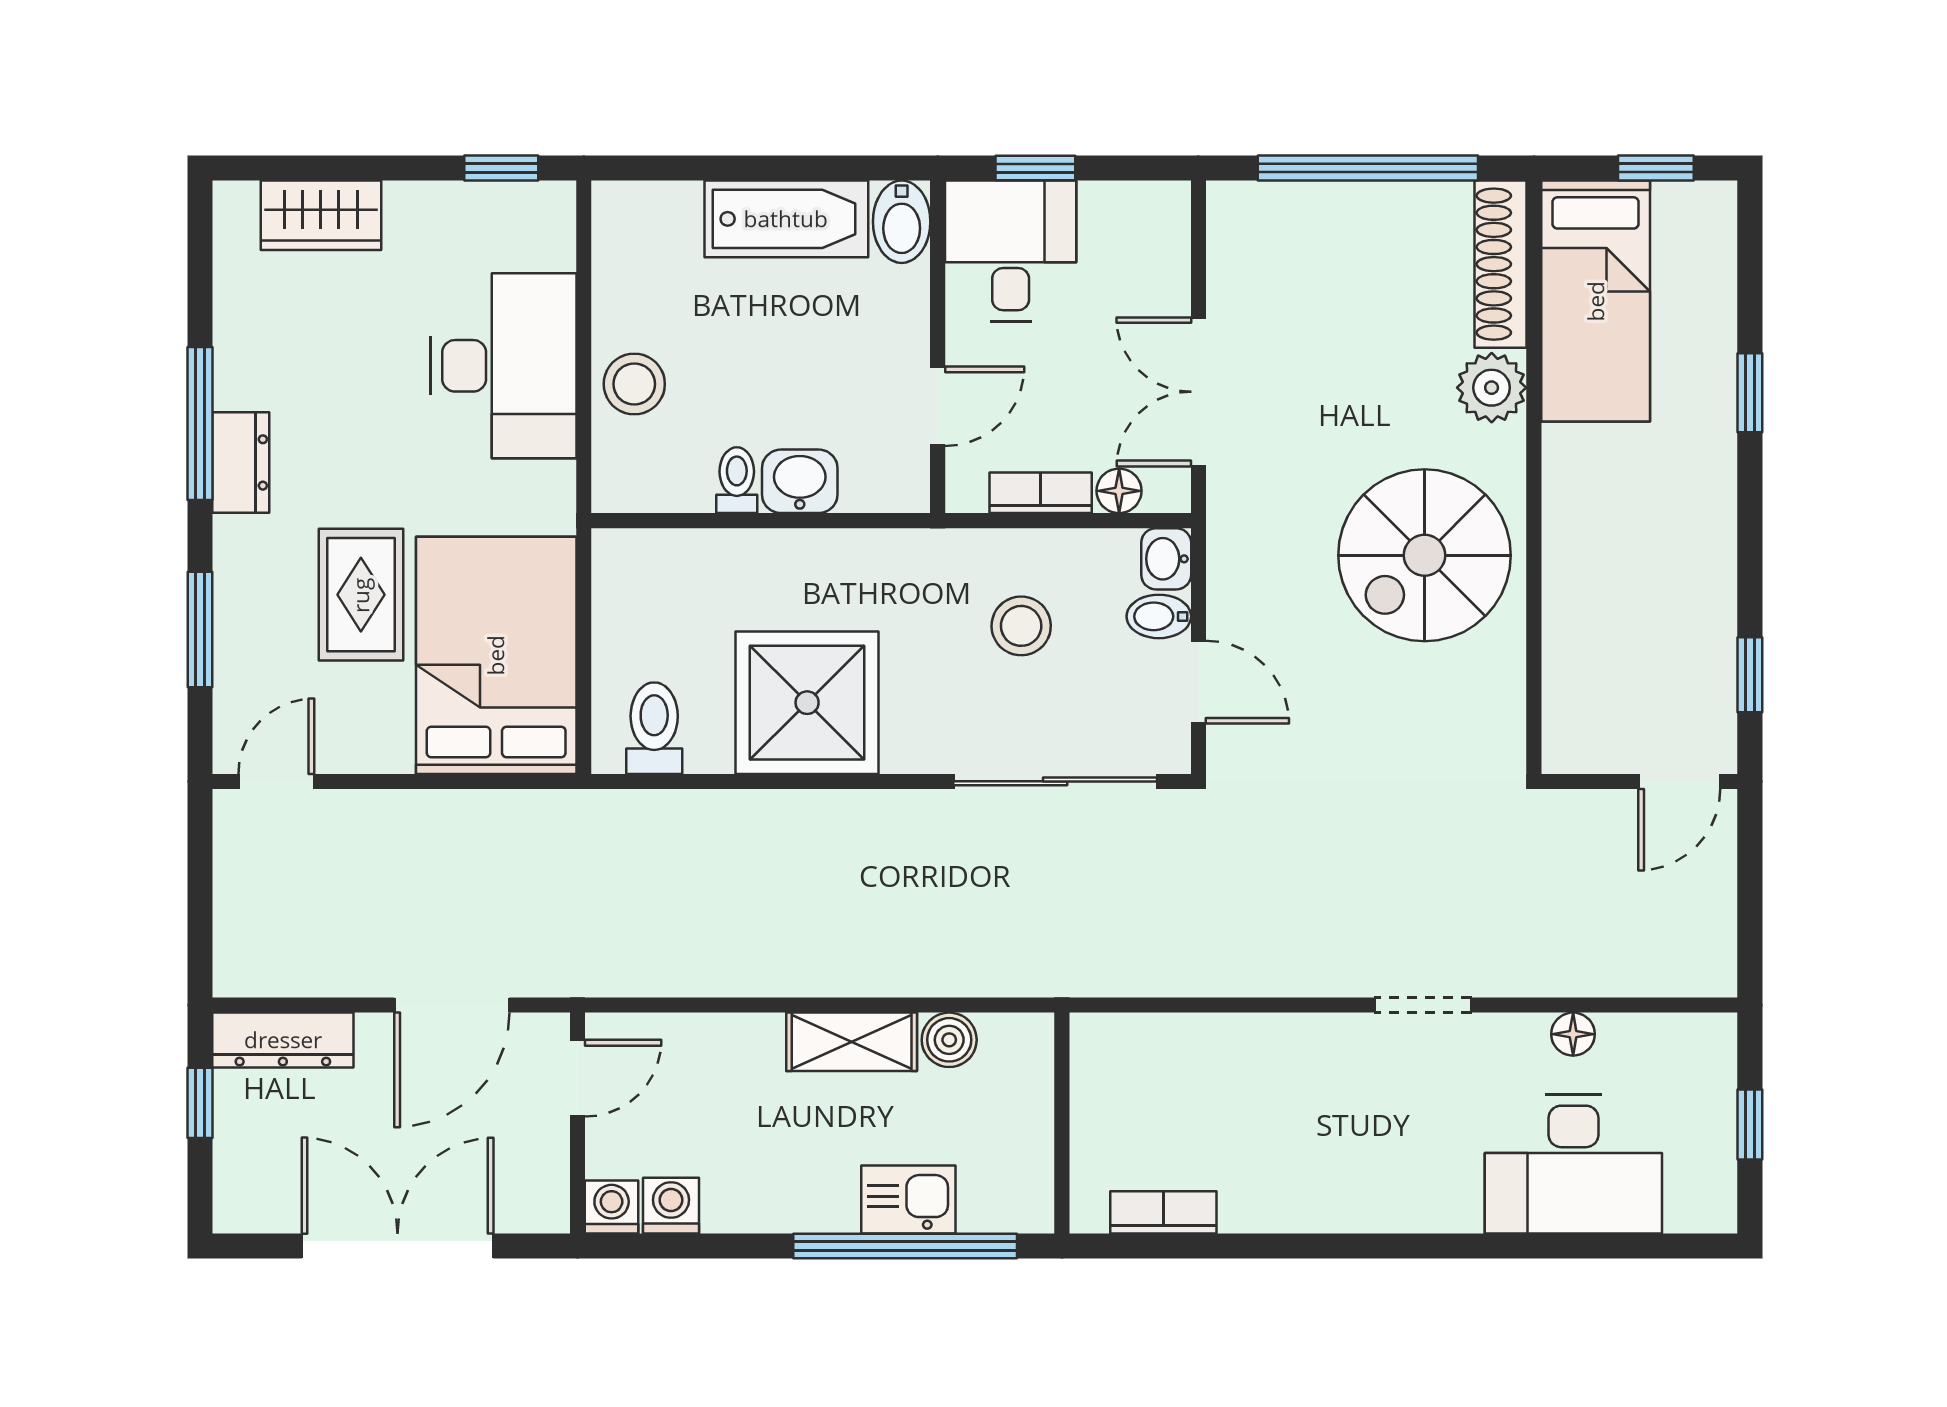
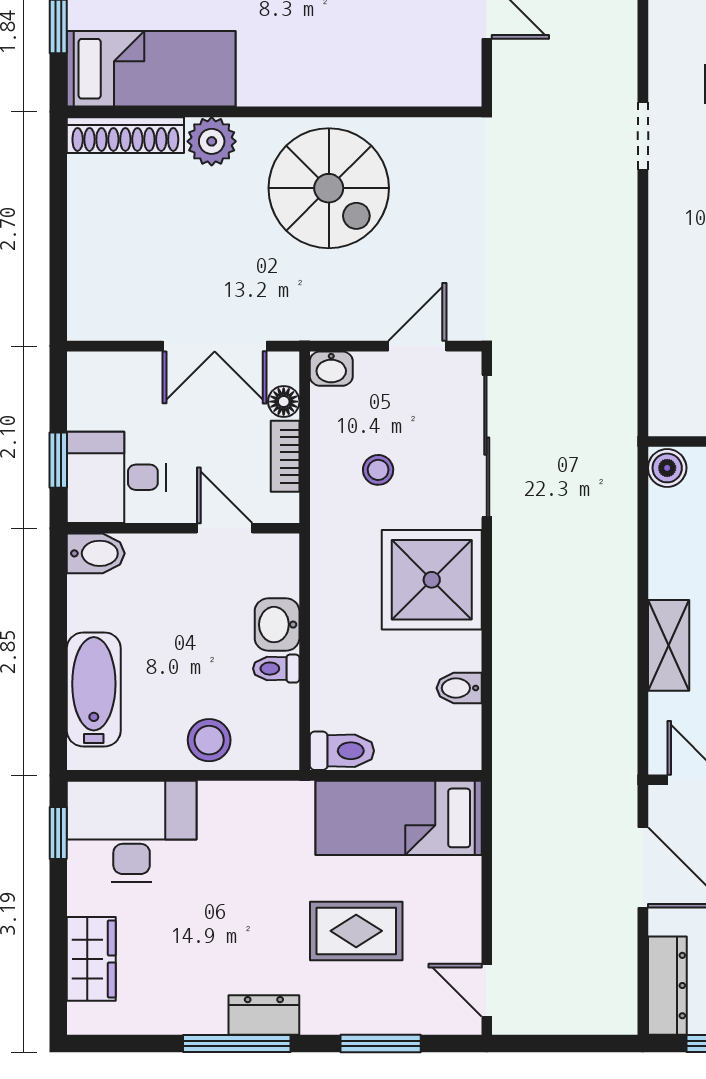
window: (1368, 168) -> (58, 228), removed
bathtub: (786, 219) -> (94, 689), moved
desk: (503, 366) -> (132, 831), moved
bidet: (1159, 616) -> (459, 688), moved, turned 90
stool: (1021, 626) -> (378, 470), width x0.73, depth x0.73
bed: (496, 655) -> (399, 818), width x0.67
shower: (807, 703) -> (432, 580), moved
toilet: (654, 728) -> (342, 751), moved, turned 180
doorway: (1423, 1005) -> (643, 136), moved
floor lamp: (1573, 1034) -> (663, 84), removed
boiler: (949, 1040) -> (667, 468), moved
shelving: (852, 1042) -> (669, 645), moved

